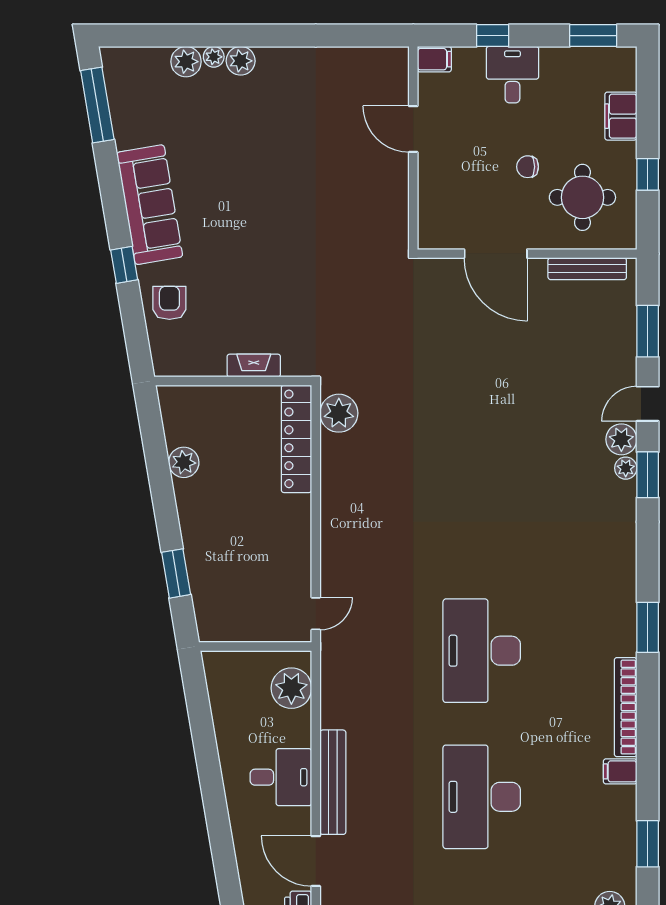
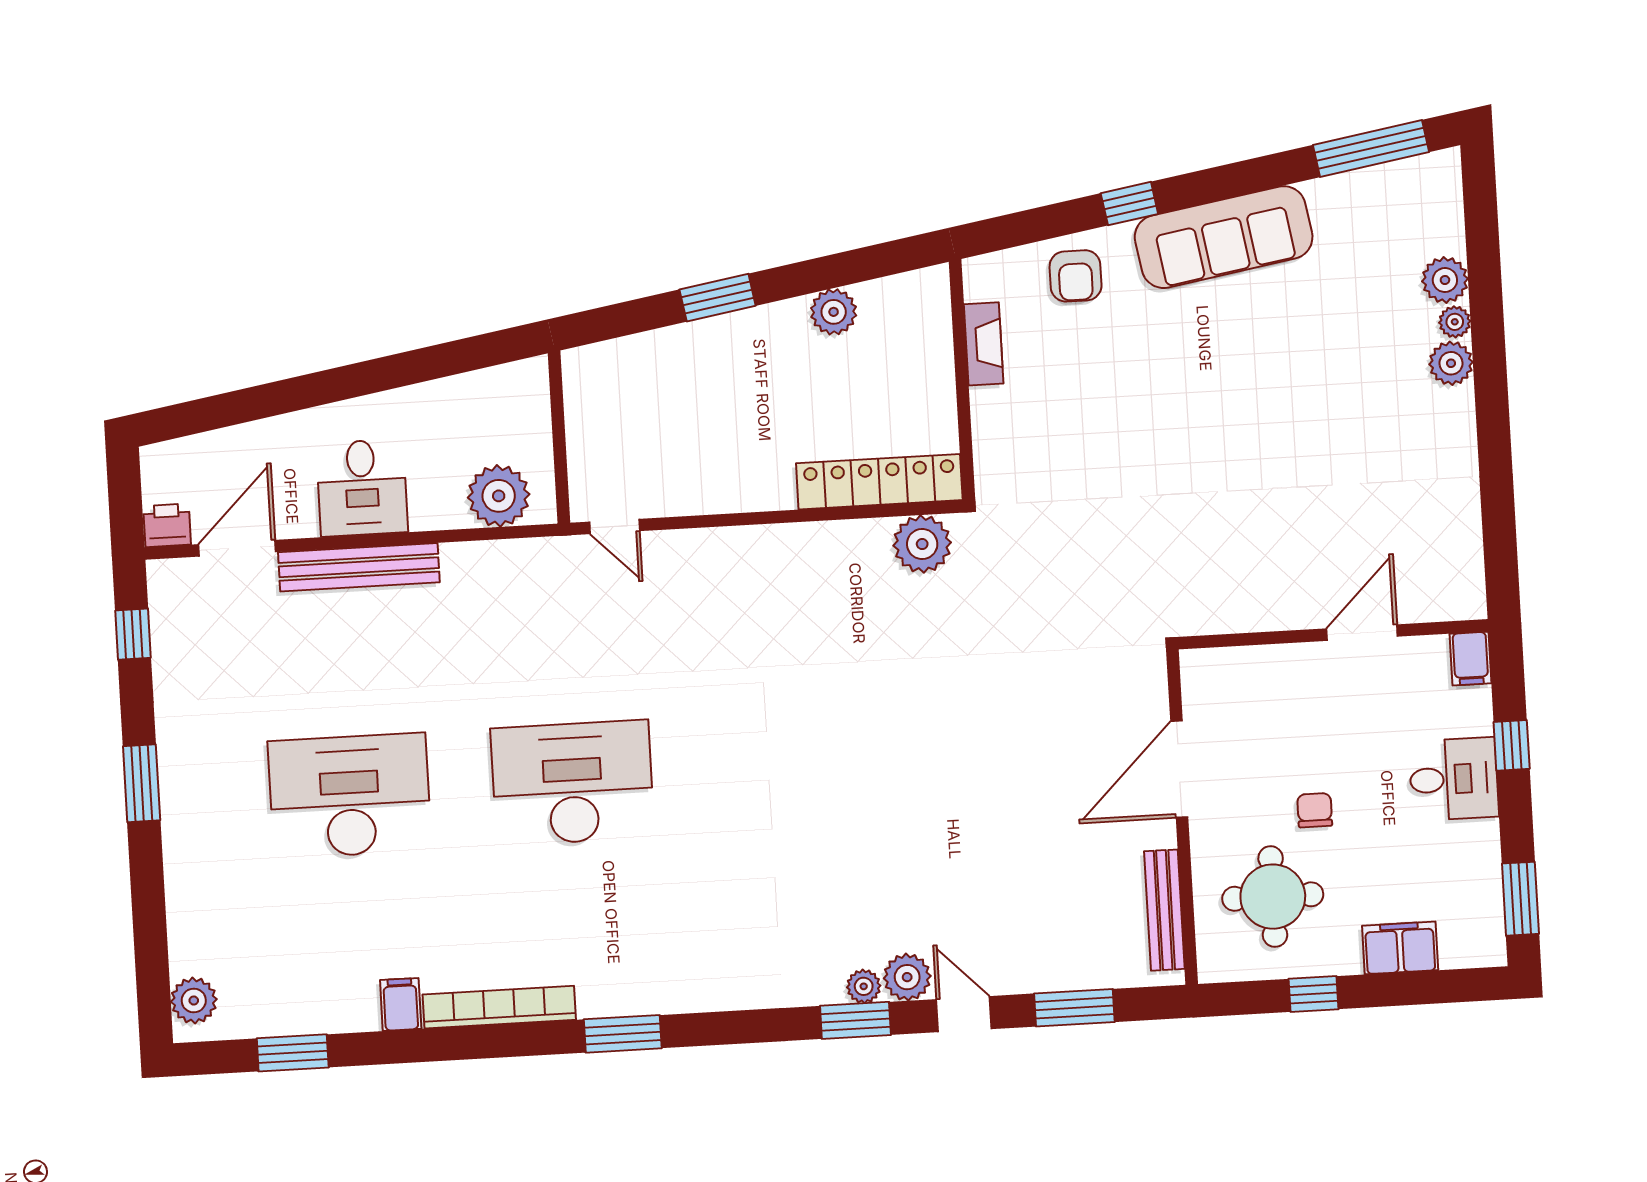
armchair: (169, 303) -> (1076, 276), turned 90
fireplace: (254, 366) -> (984, 344), moved
window: (176, 573) -> (718, 298), moved

